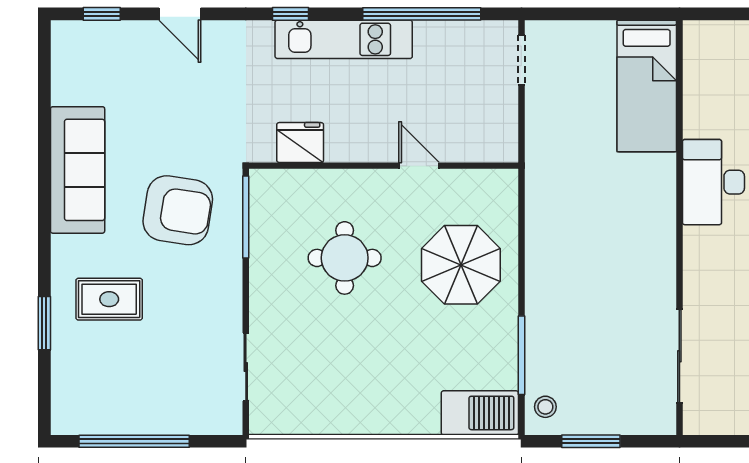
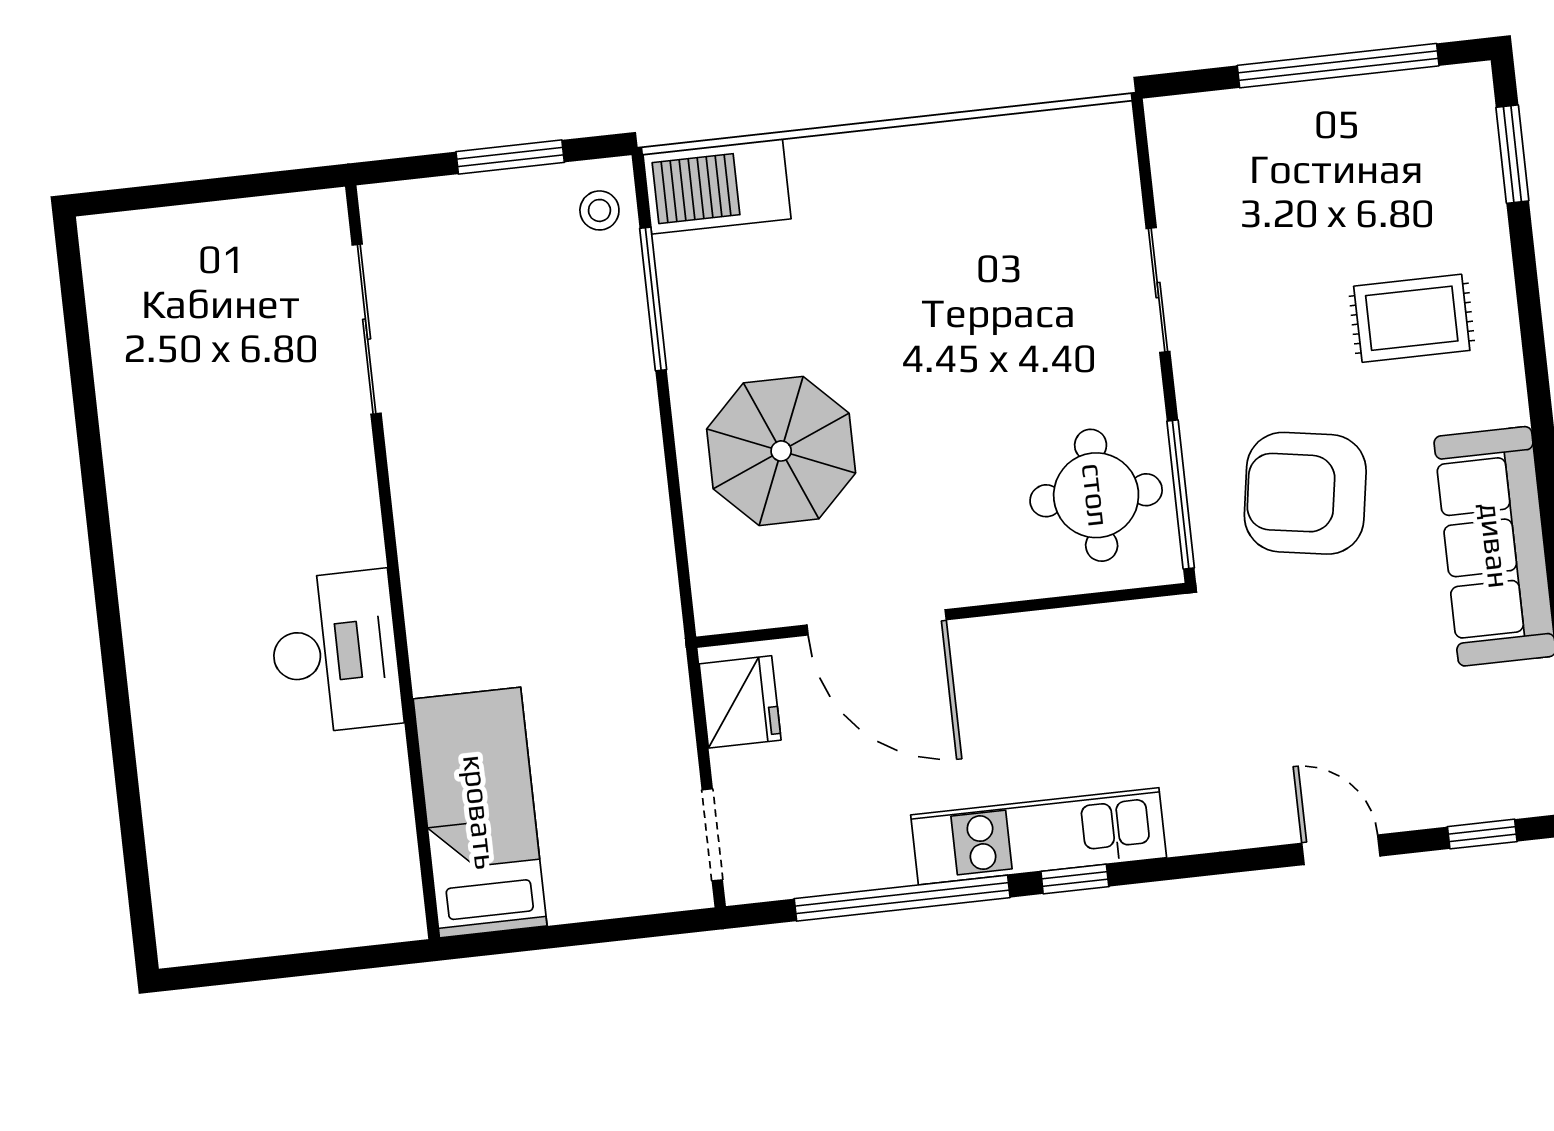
window: (291, 14) -> (1075, 879), moved
fridge: (300, 142) -> (740, 702), moved, turned -90
door: (419, 166) -> (877, 622), width x1.88
round table: (345, 258) -> (1096, 495), moved
window: (44, 323) -> (1512, 154), moved
sliding door: (246, 367) -> (1158, 290), moved

